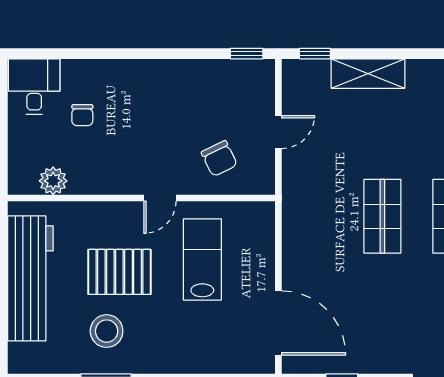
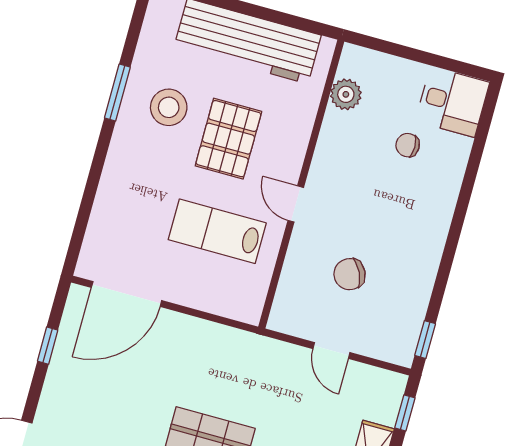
chair: (219, 159) -> (350, 274), moved
lab bench: (202, 259) -> (217, 231), turned 180

